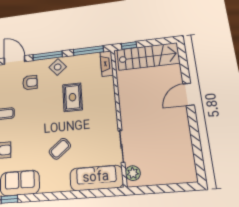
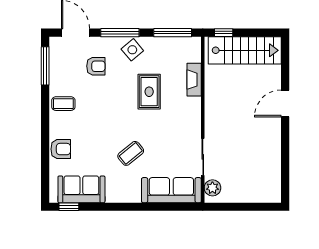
fireplace: (107, 63) -> (194, 80), moved

